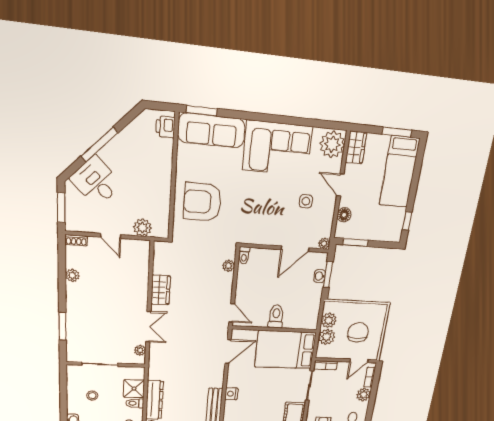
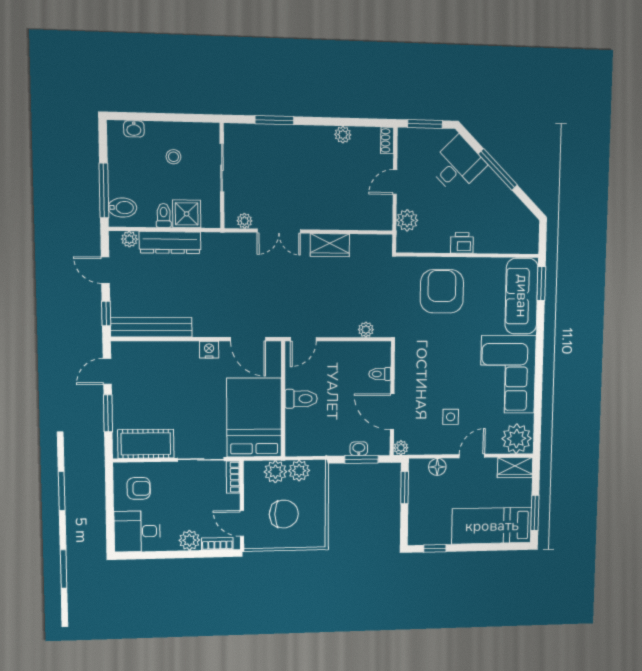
printer: (165, 127) -> (462, 243), moved
toilet: (244, 255) -> (380, 374), moved
nightstand: (231, 394) -> (209, 350), moved

